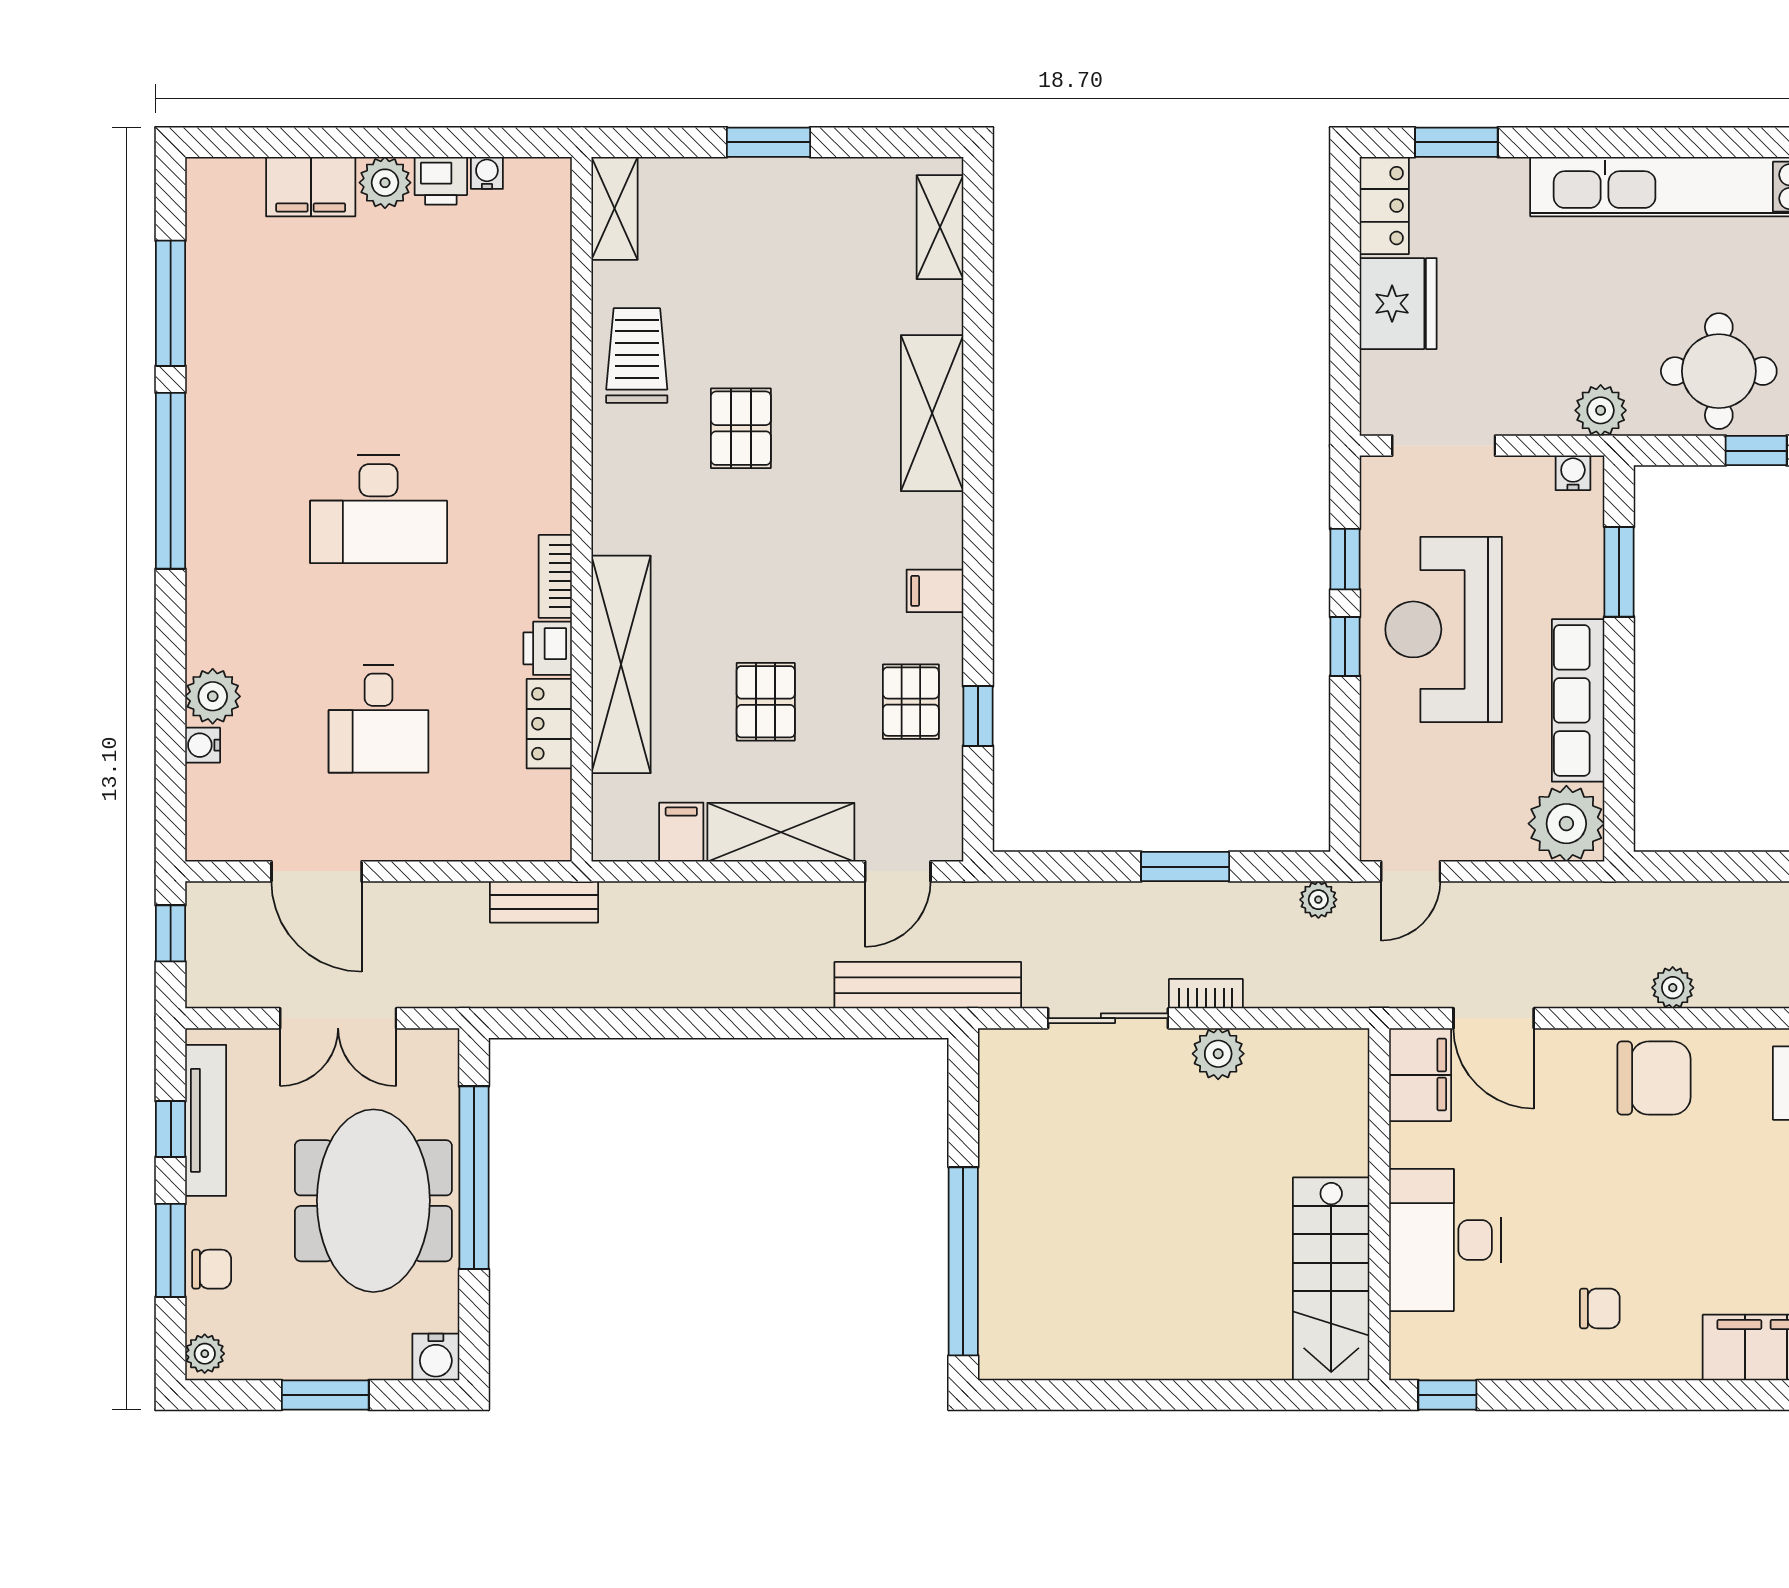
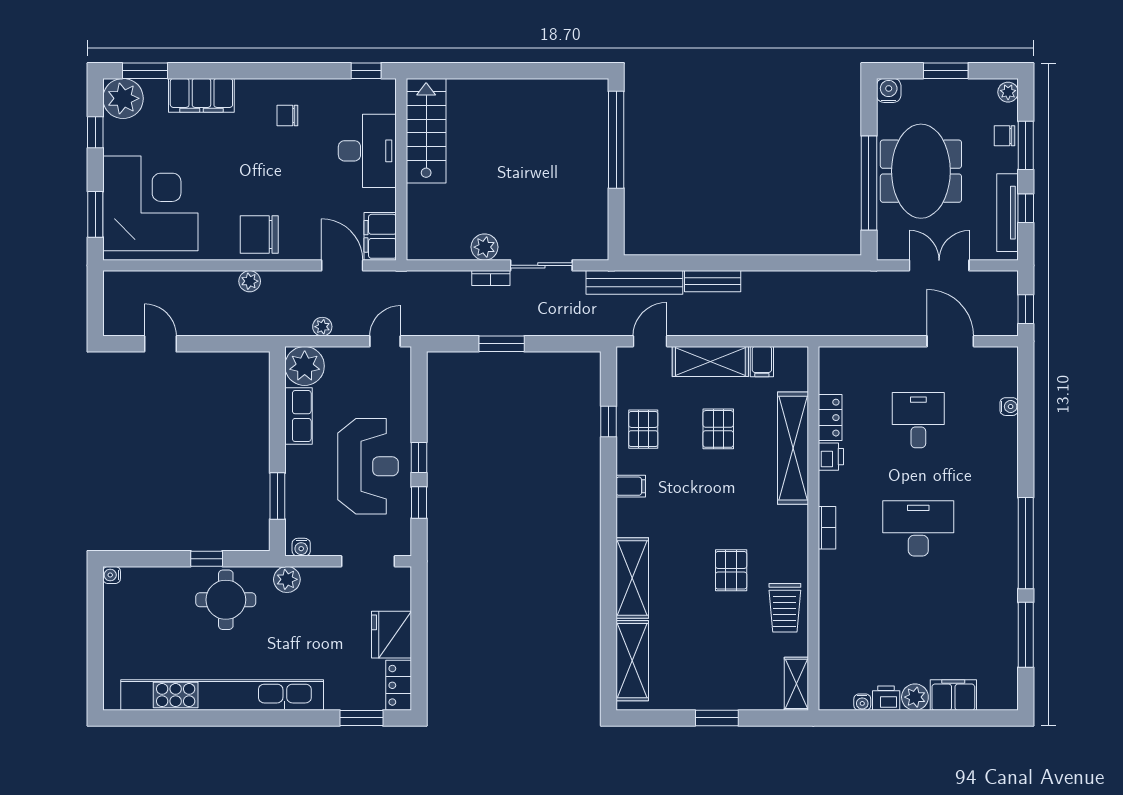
shelving: (940, 227) -> (632, 661), width x1.50, depth x1.33
bookcase: (555, 576) -> (827, 528), moved
plant: (213, 696) -> (1004, 432), removed
row of seats: (1578, 700) -> (299, 416), width x0.68
plant: (1318, 900) -> (322, 327), moved
bench: (544, 902) -> (713, 281), moved

